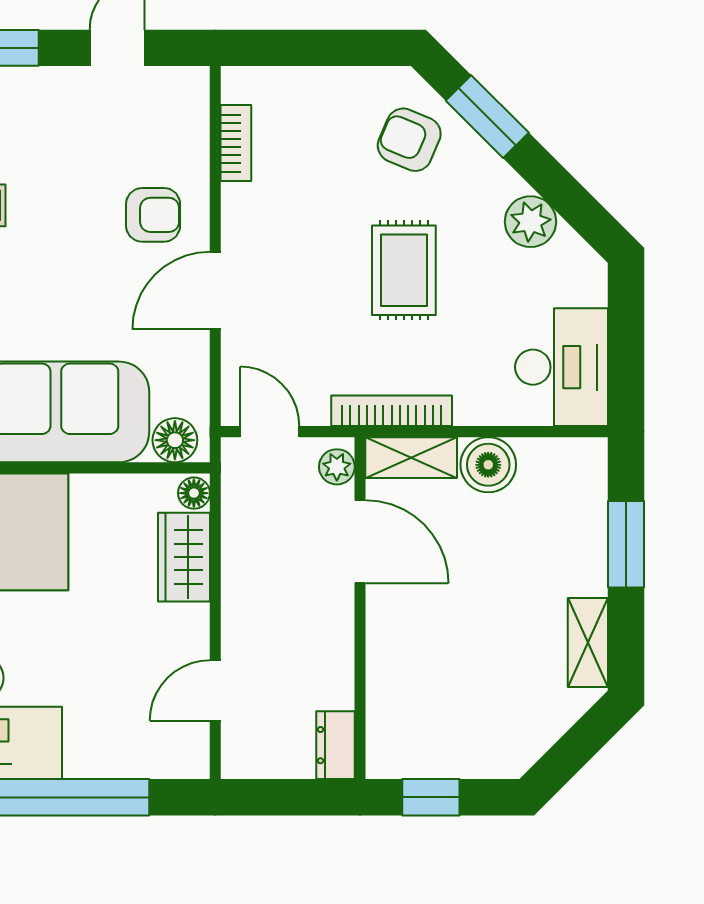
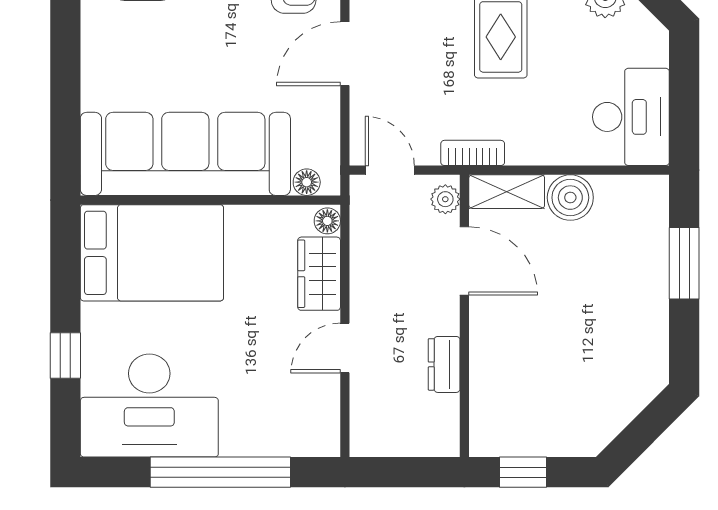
bookcase: (392, 411) -> (473, 153), width x0.64
floor lamp: (175, 440) -> (307, 182), width x0.73, depth x0.73
shelving: (588, 643) -> (653, 344), removed
door: (215, 691) -> (345, 348), moved
dresser: (335, 745) -> (444, 364), moved

